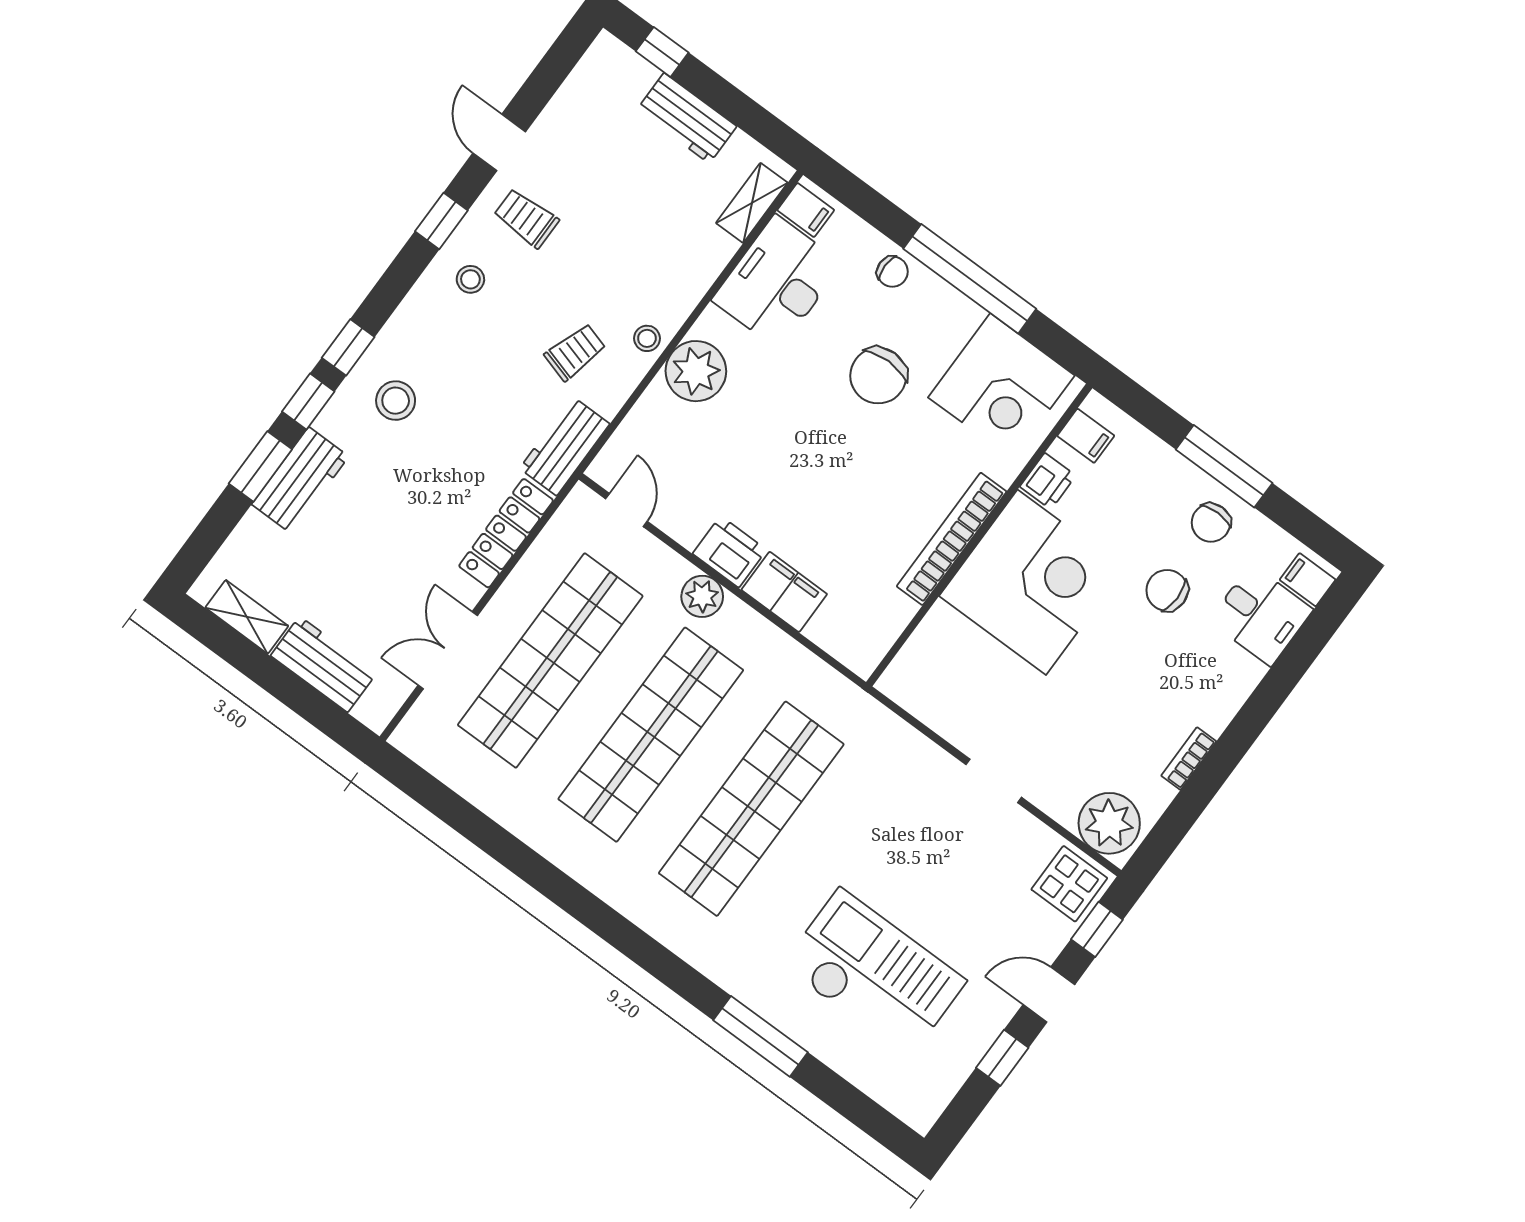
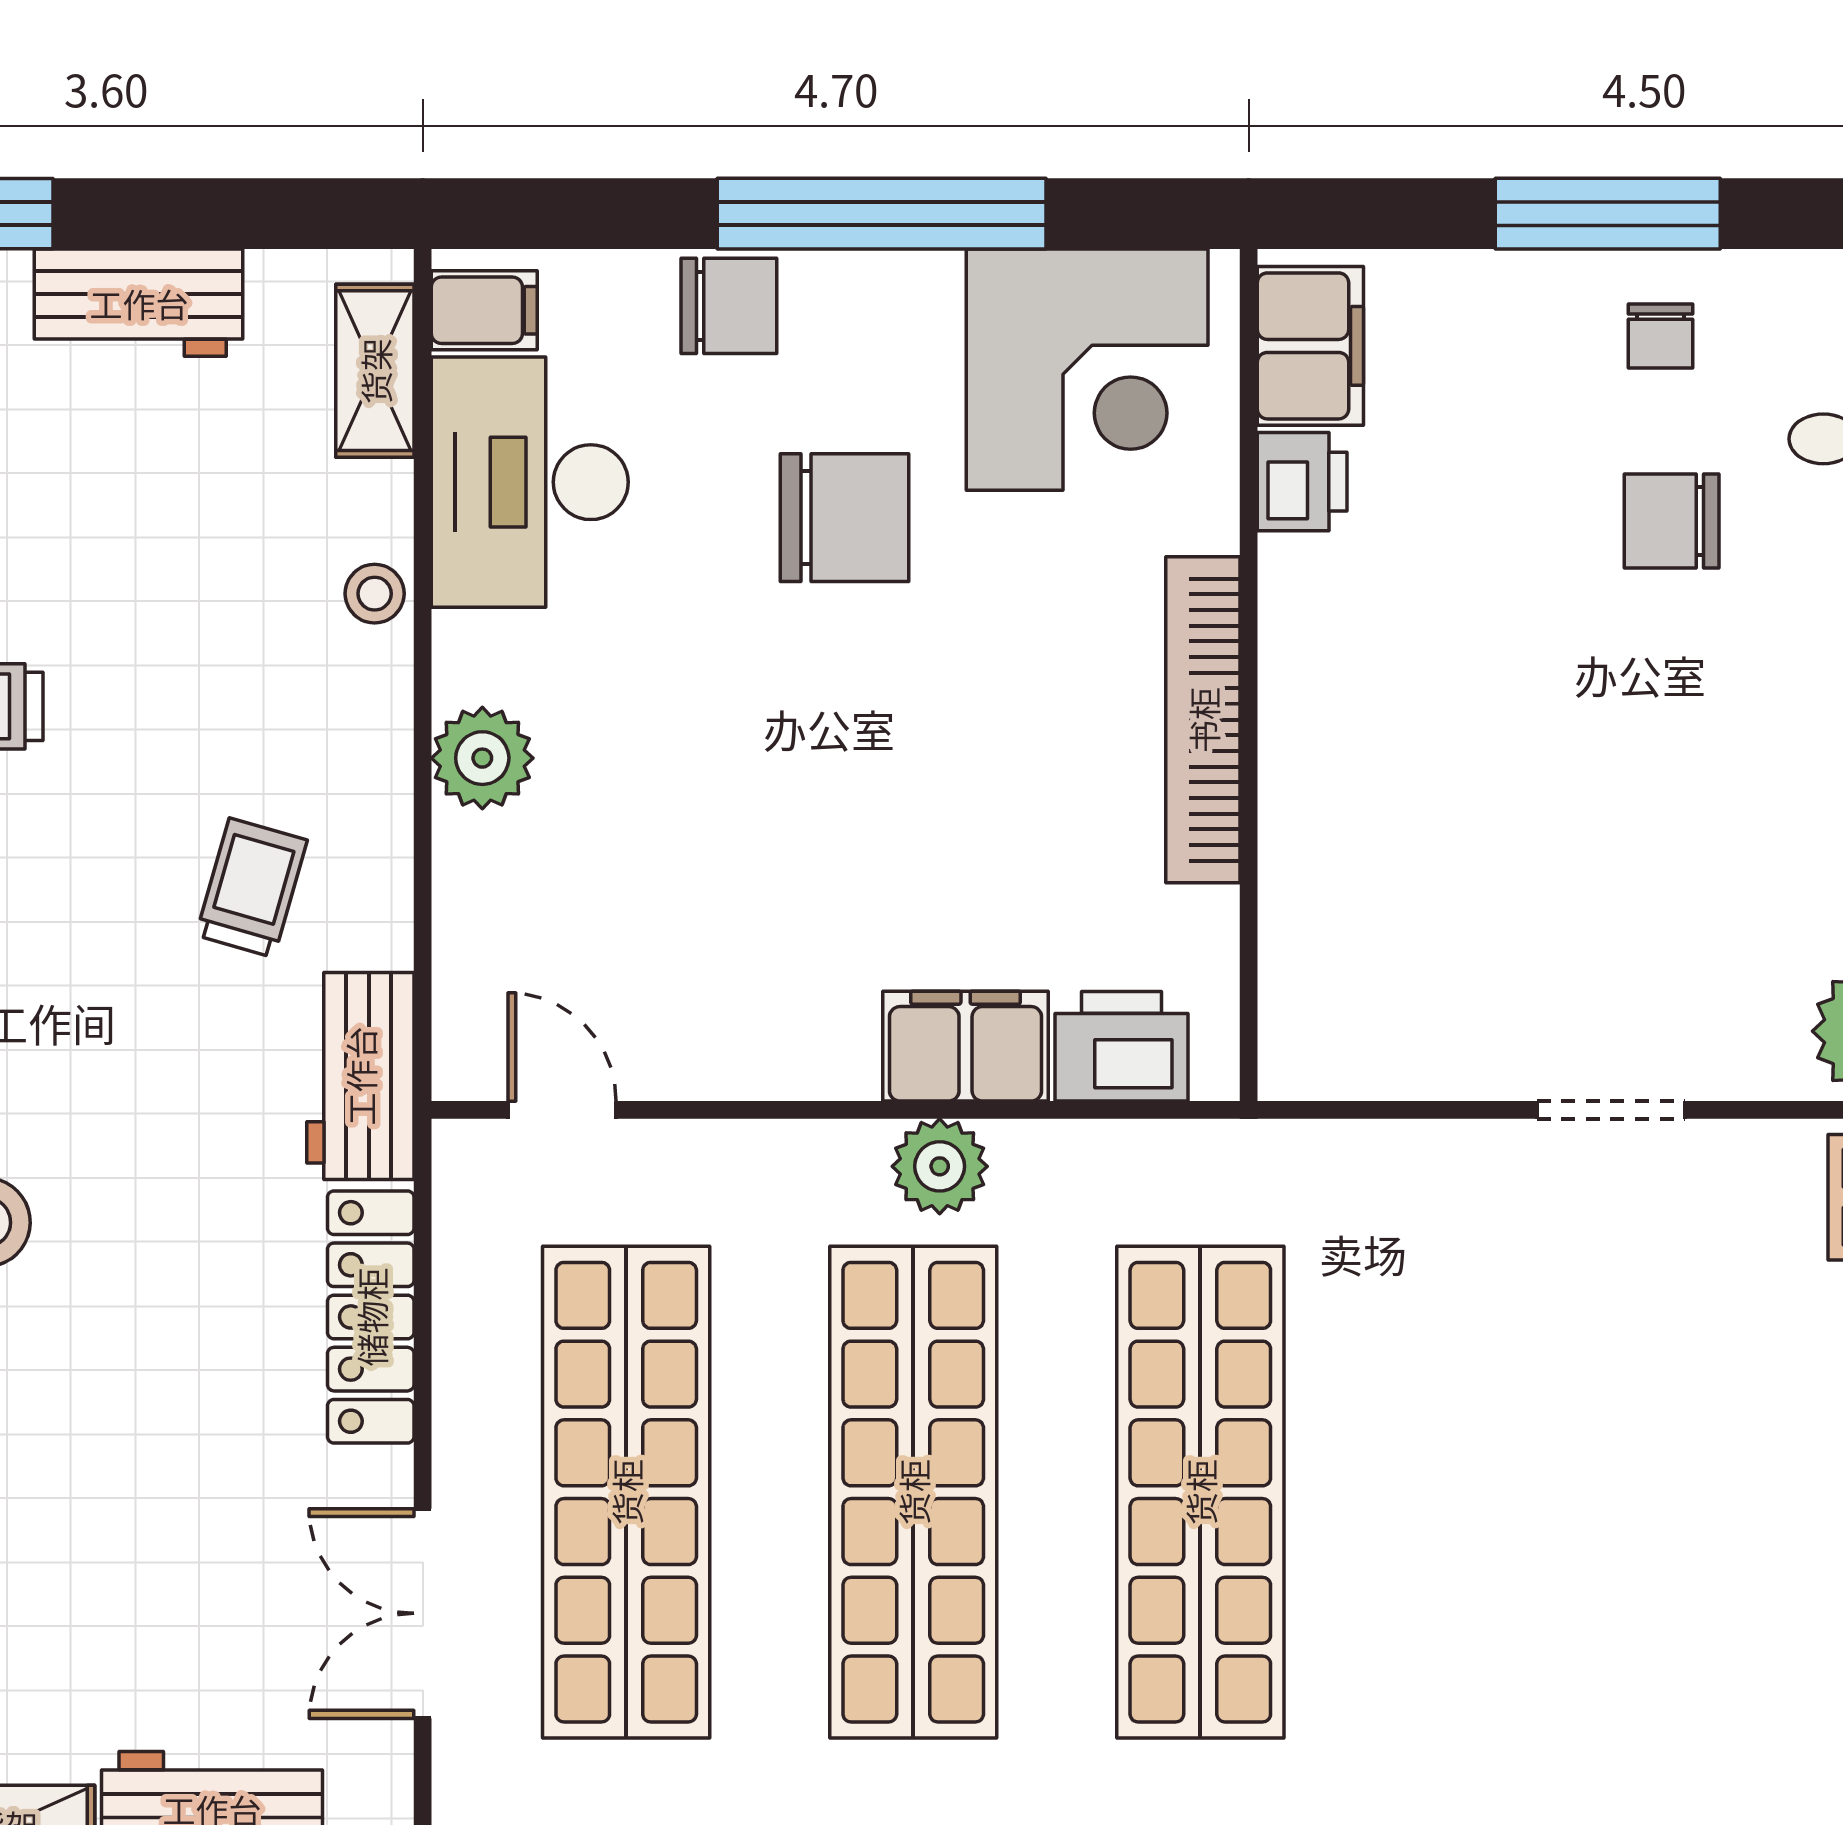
chair: (892, 272) -> (729, 306), width x1.37, depth x1.37
stool: (647, 338) -> (375, 594), moved
plant: (696, 371) -> (482, 758), width x0.73, depth x0.73
chair: (878, 376) -> (844, 518), turned -90
filing cabinet: (1086, 436) -> (1310, 346), width x2.00
chair: (1211, 523) -> (1661, 336), width x0.73, depth x0.73
printer: (730, 552) -> (1121, 1046), moved
corner desk: (1032, 582) -> (1410, 690), removed
plant: (702, 596) -> (940, 1166), moved
checkout: (874, 973) -> (1652, 1629), removed

